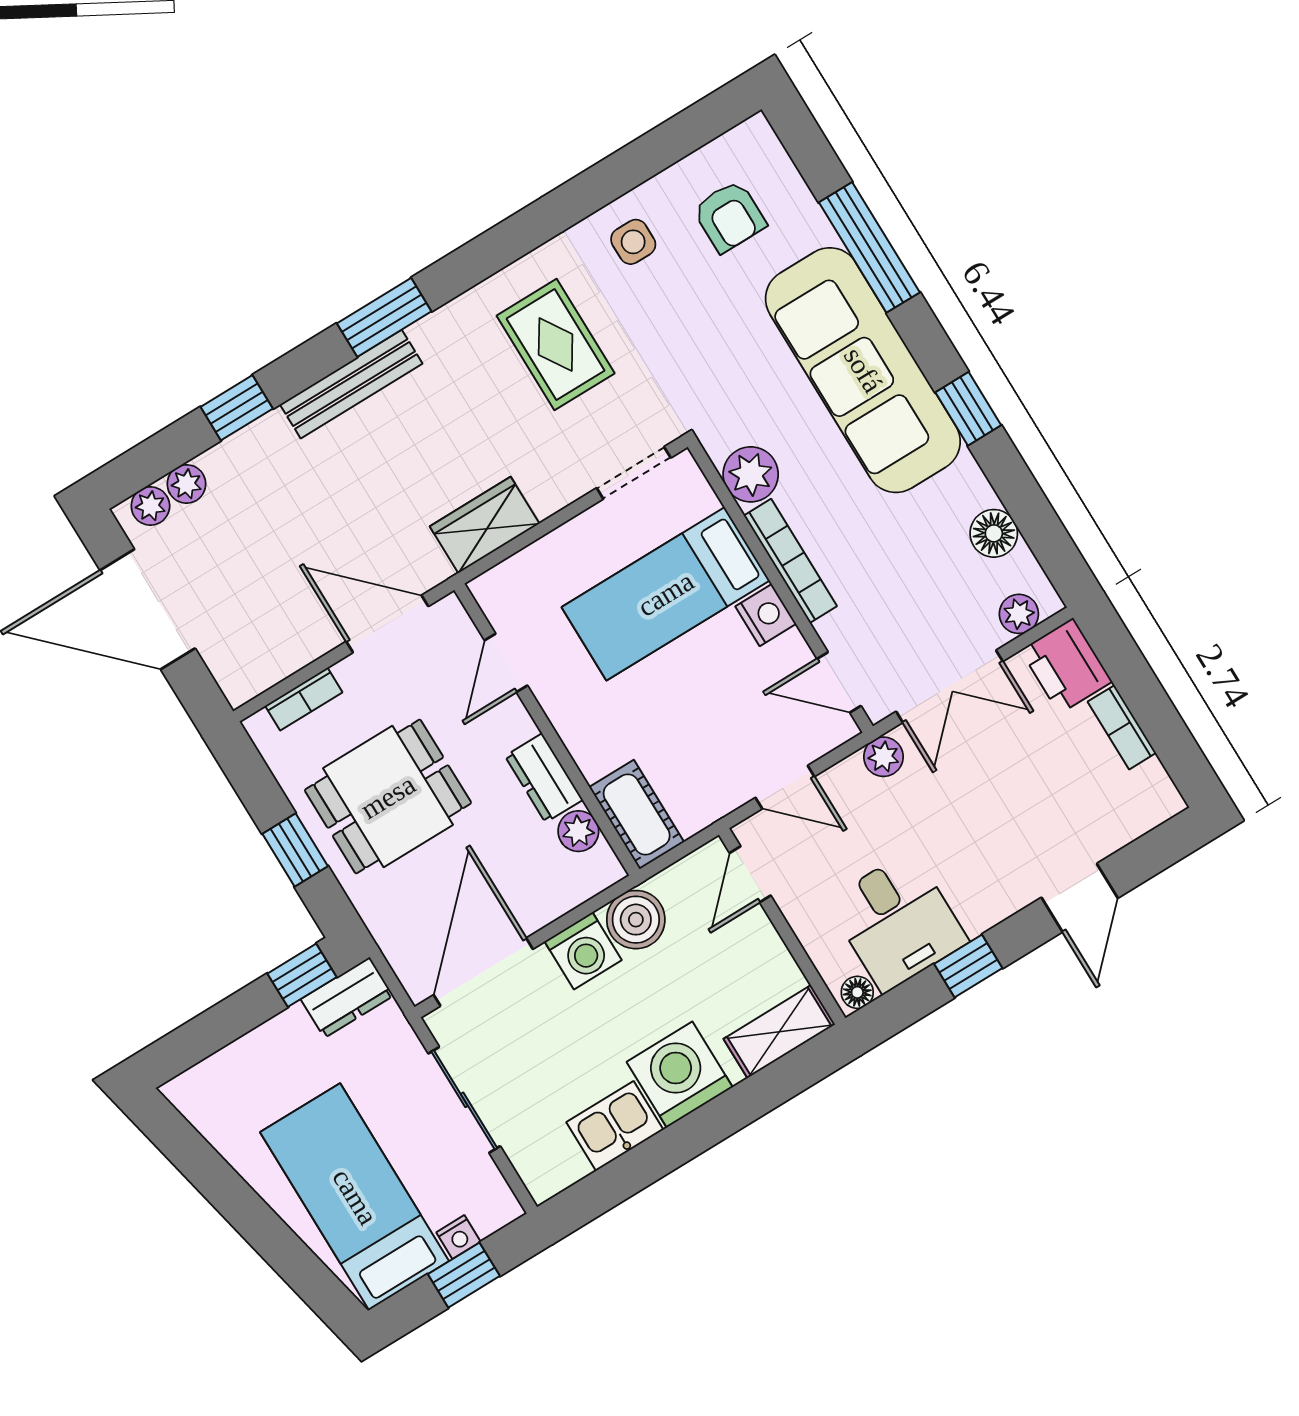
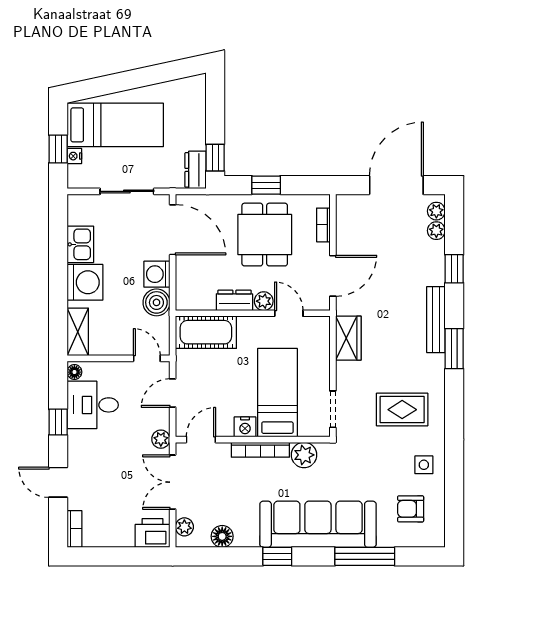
bookcase: (1122, 727) -> (74, 529), moved, turned 90
cot: (637, 815) -> (206, 332), width x1.37, depth x1.34
plant: (578, 831) -> (264, 301), moved

